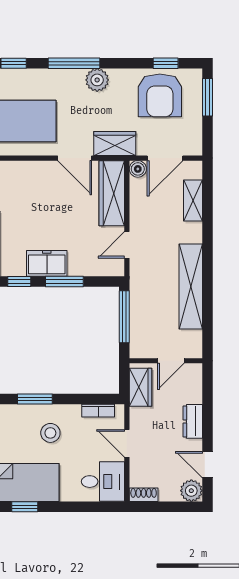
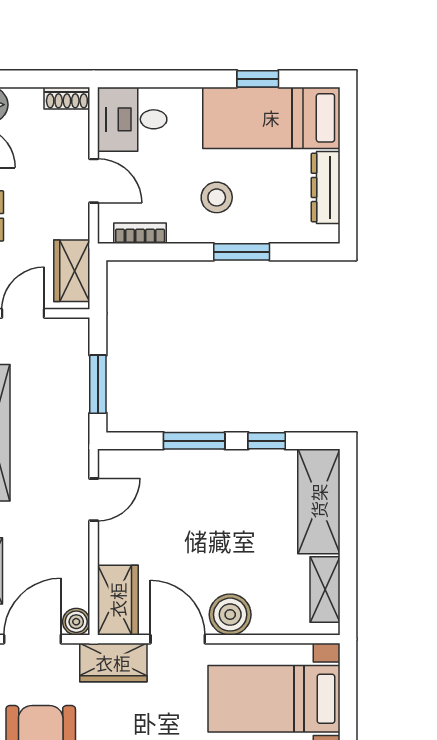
boiler: (42, 173) -> (230, 615), added
wardrobe: (112, 193) -> (118, 600), width x0.67
freezer: (47, 263) -> (223, 470), removed
window: (124, 317) -> (98, 384), width x0.69

